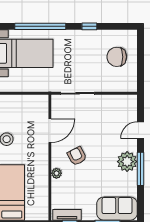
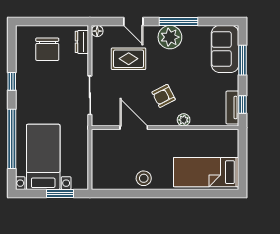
dresser: (123, 86) -> (82, 42), added
floor lamp: (132, 99) -> (97, 31), added
rug: (109, 126) -> (129, 59), added

